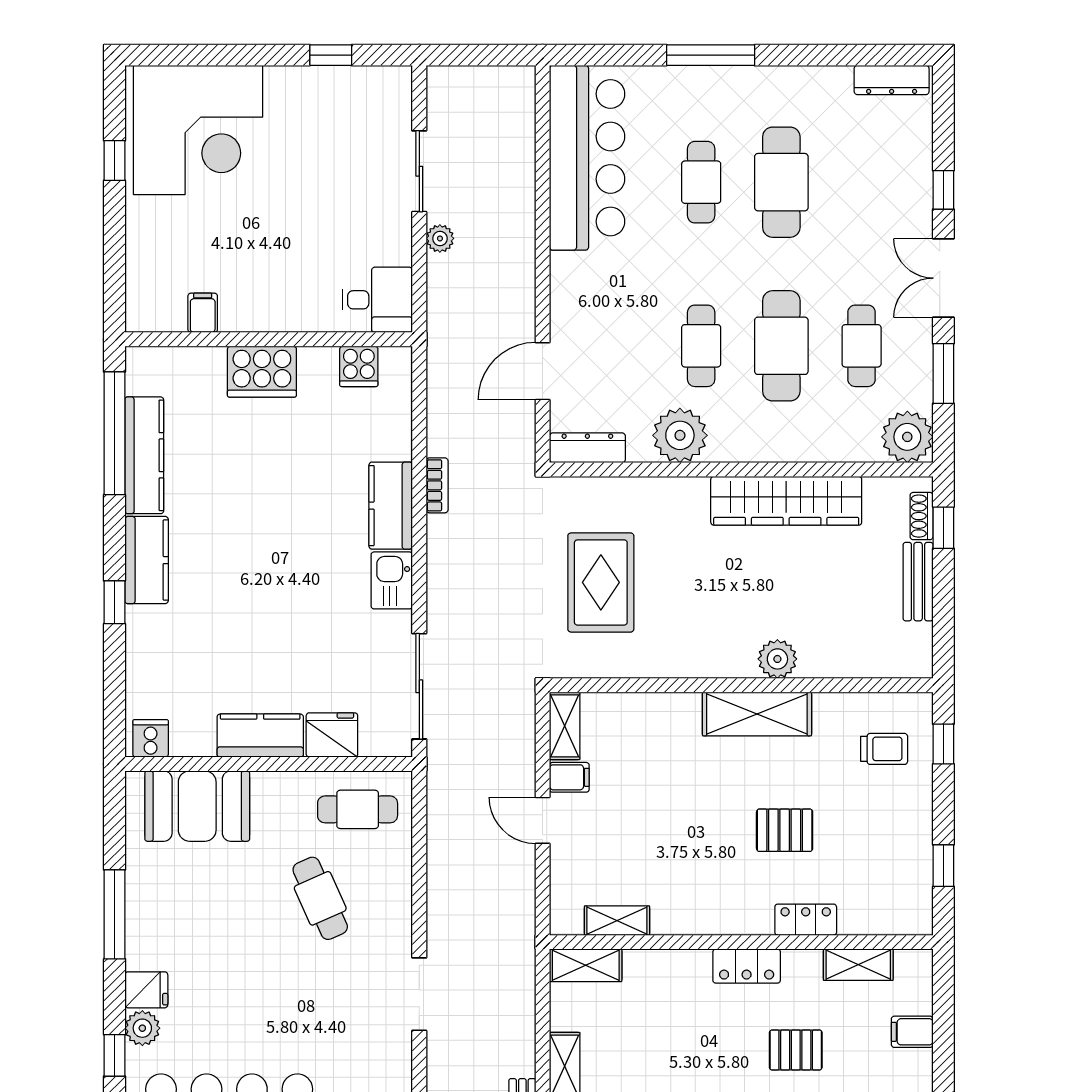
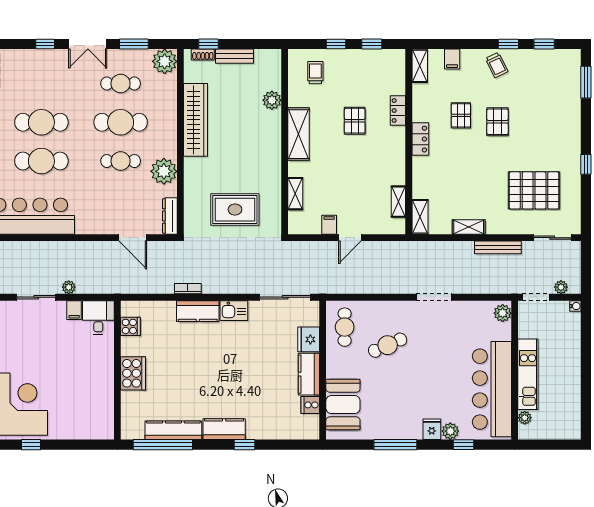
cafe table: (701, 182) -> (41, 161), width x1.37, depth x1.35
filing cabinet: (203, 313) -> (74, 310), moved, turned -90
plant: (777, 659) -> (272, 100), moved
shelving: (565, 726) -> (295, 194), moved, turned 90
cooker: (151, 738) -> (310, 405), moved
window: (943, 744) -> (336, 44), moved
shelving: (858, 965) -> (420, 66), moved

